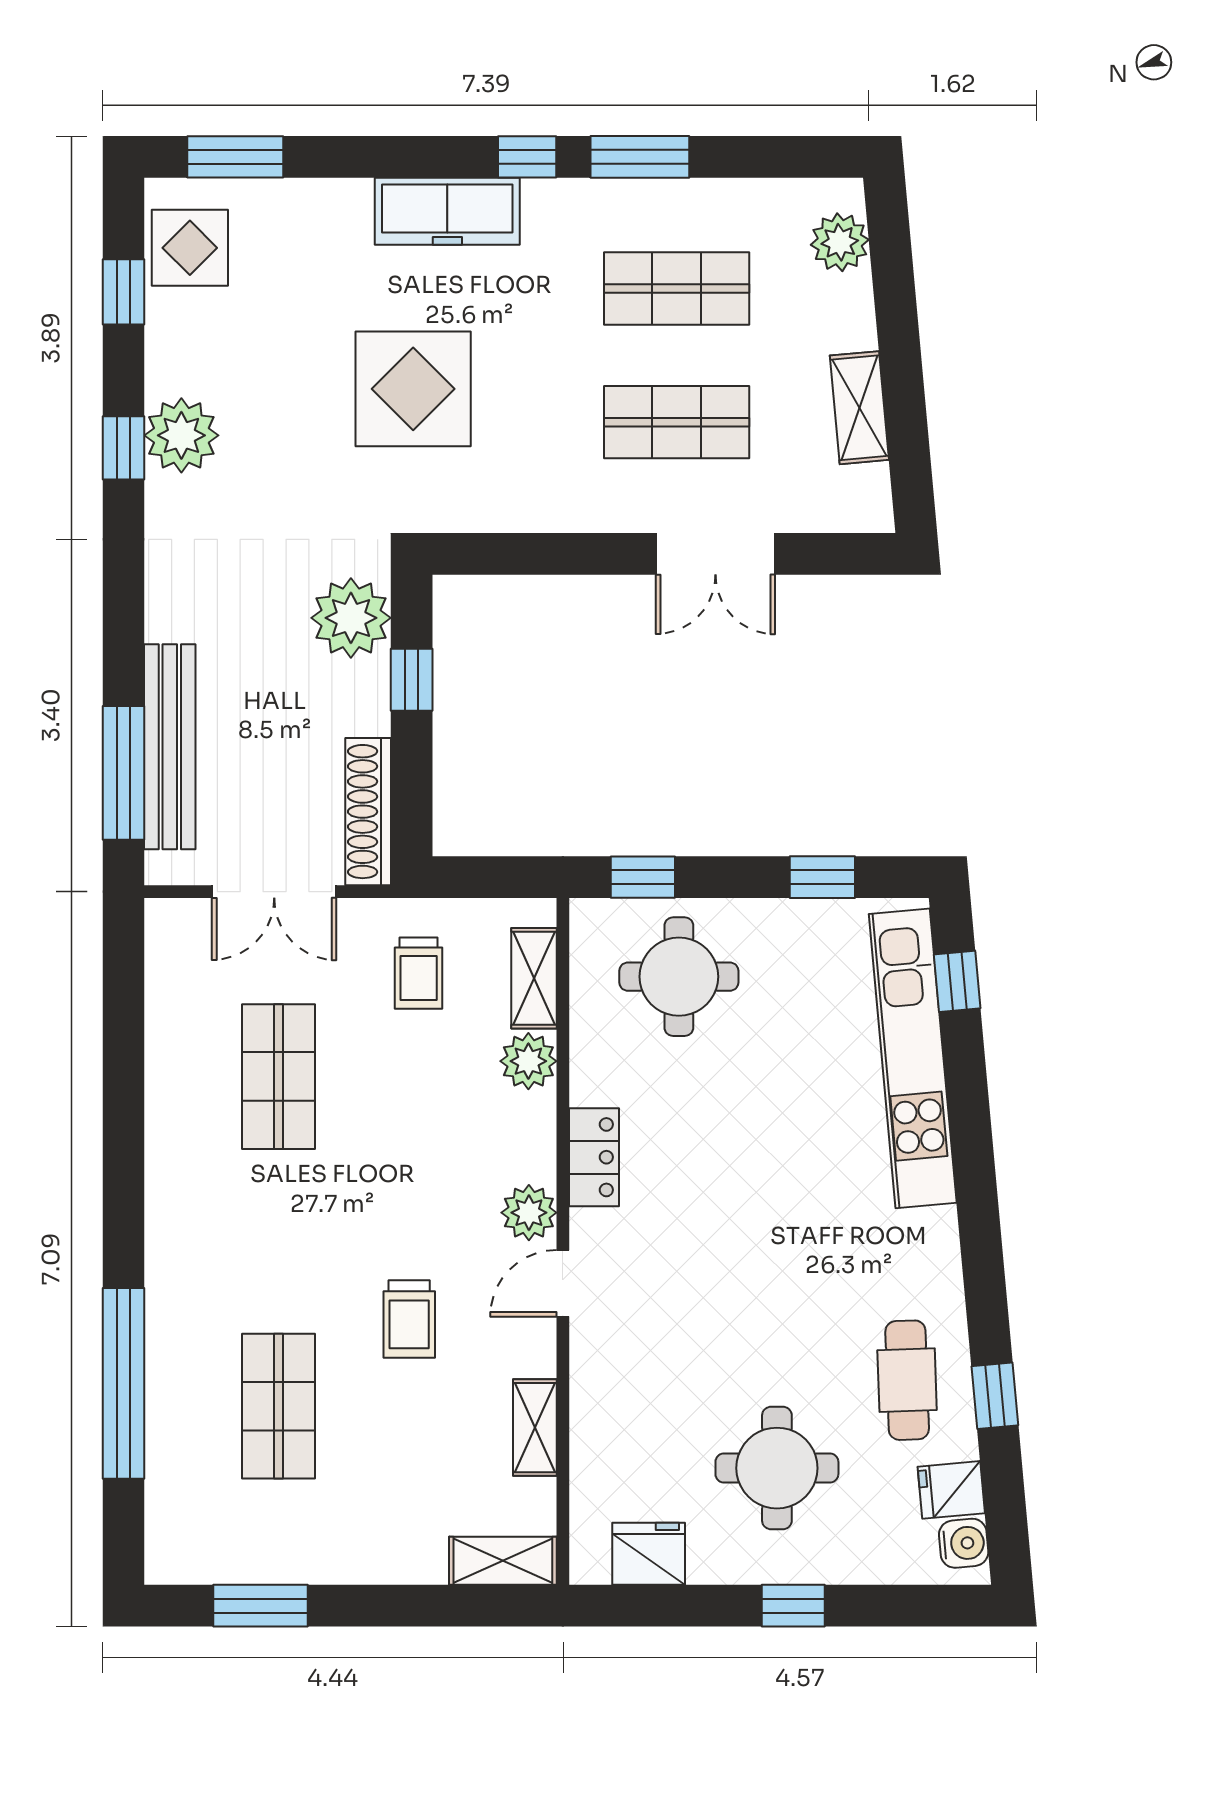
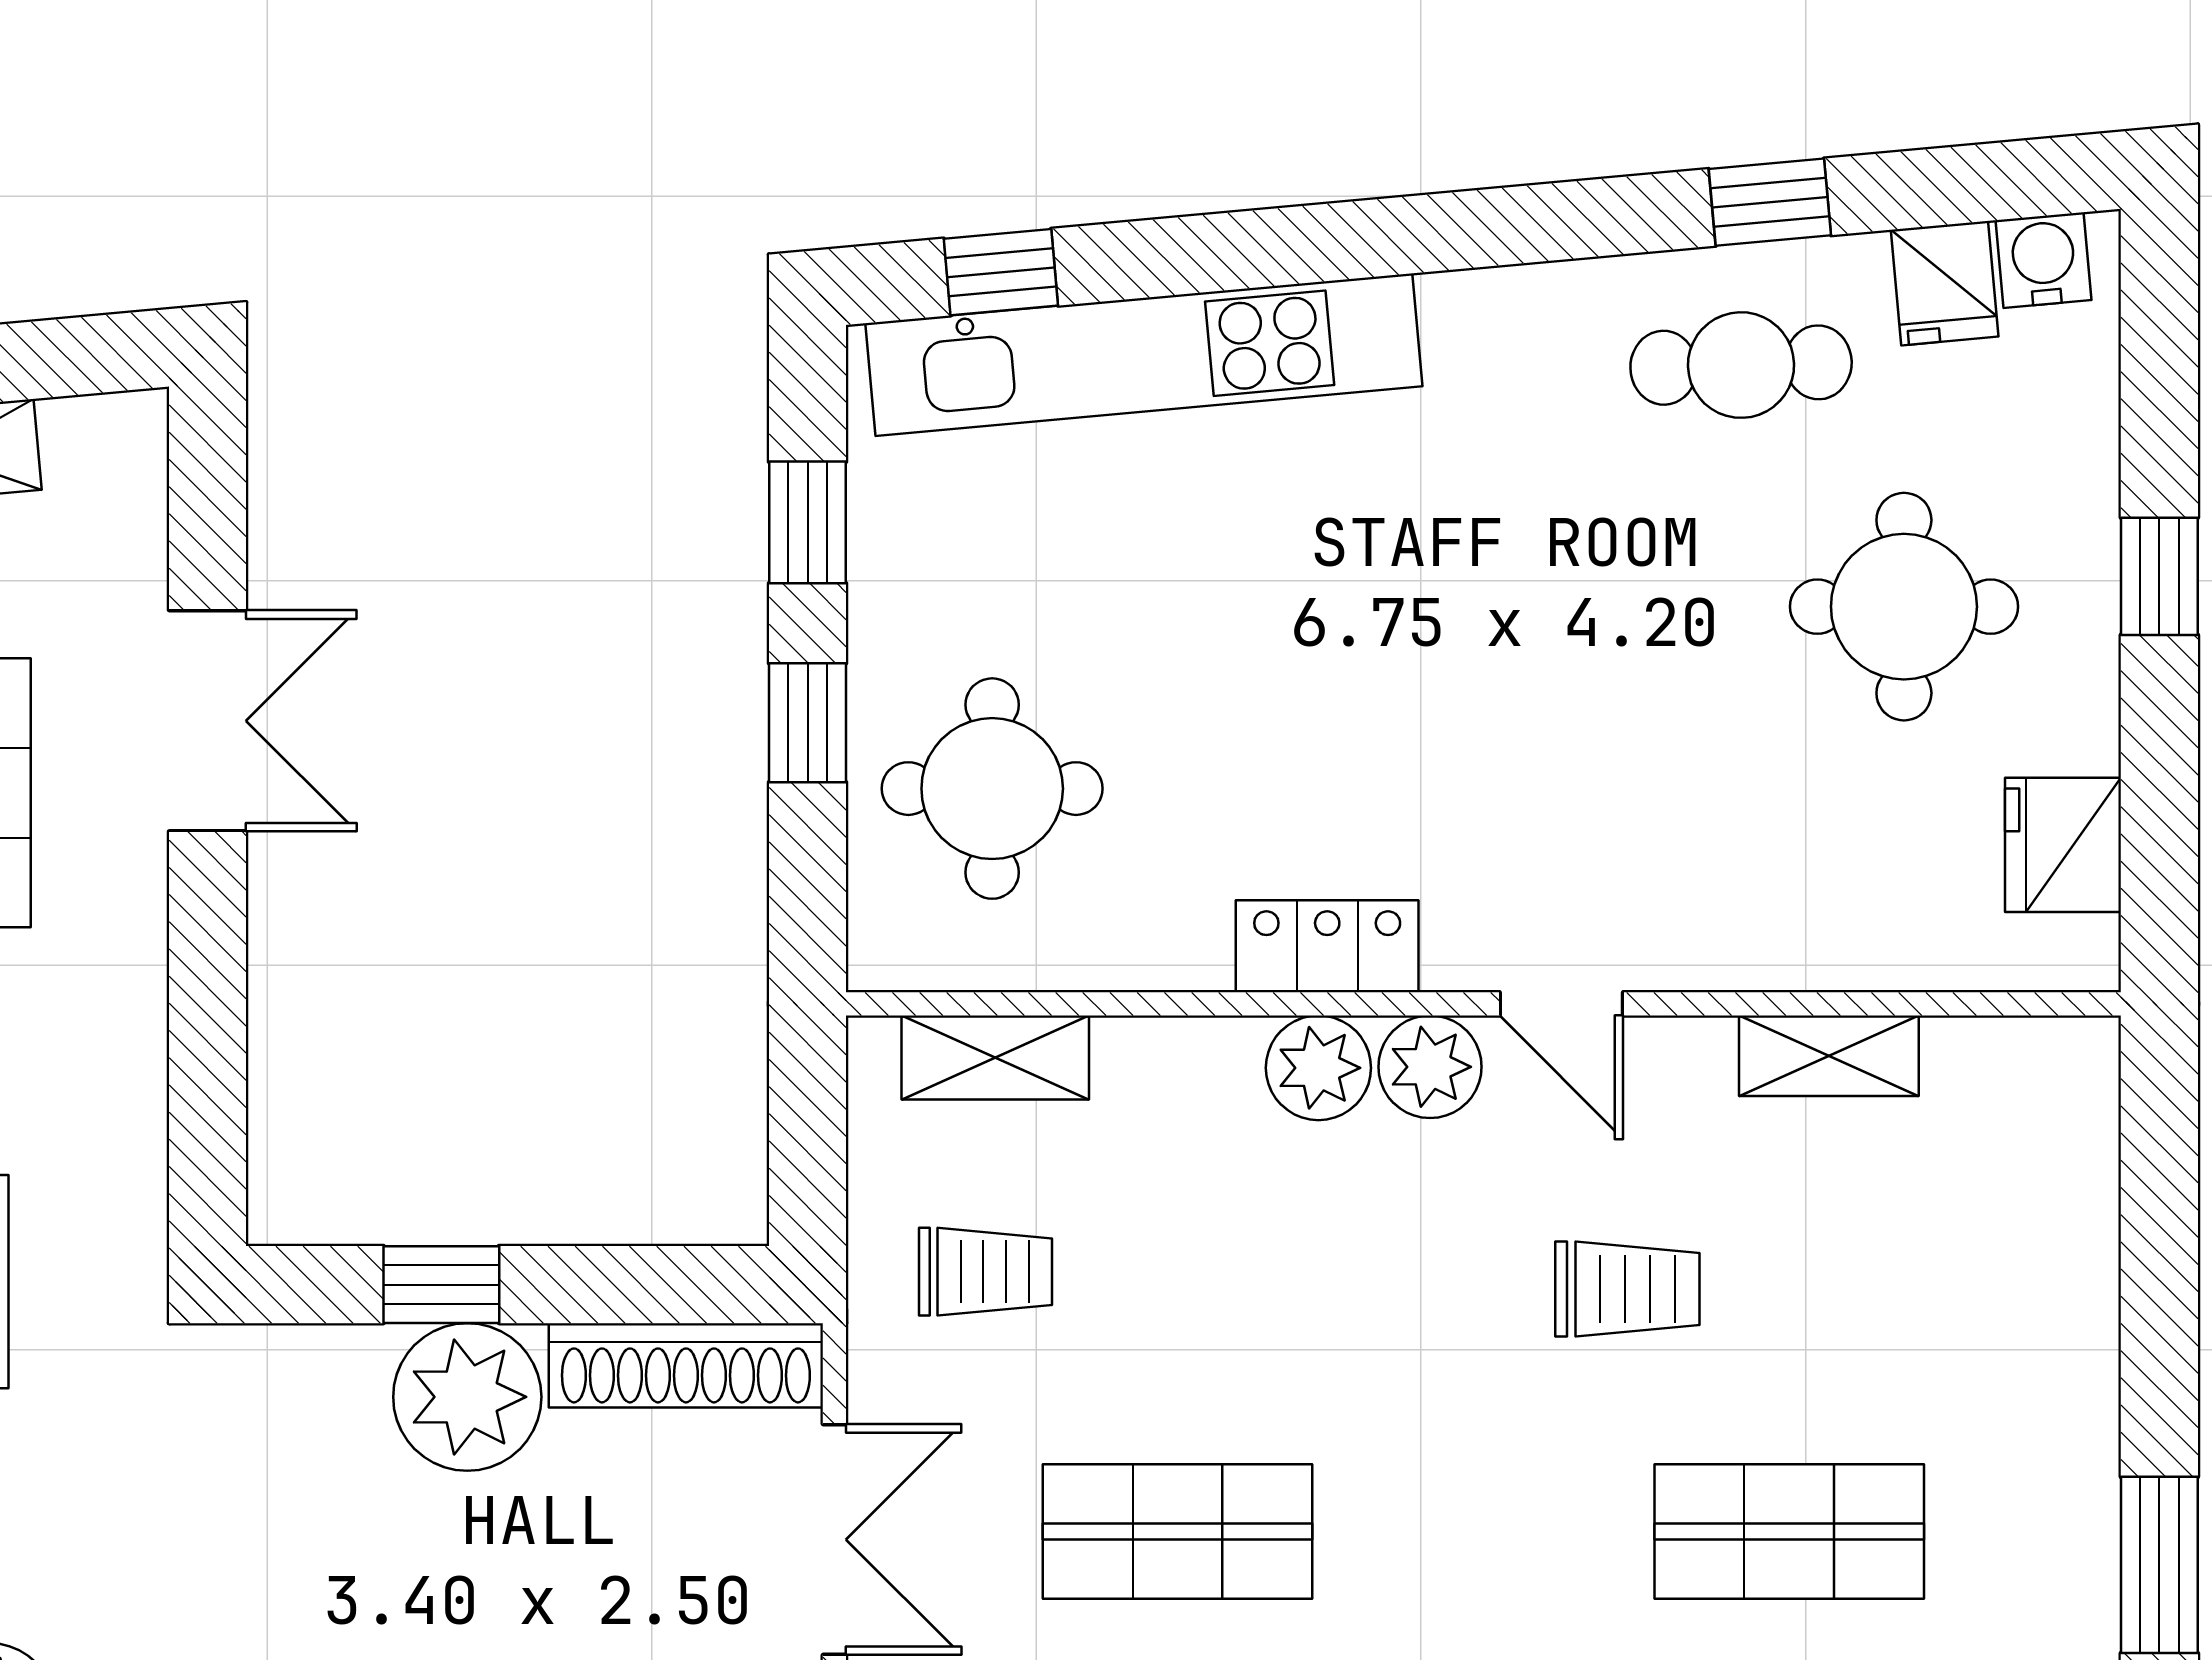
plant: (351, 618) -> (467, 1397), moved
window: (643, 877) -> (808, 723), moved
plant: (528, 1061) -> (1318, 1068), moved
shelving: (503, 1561) -> (2076, 1115), removed

